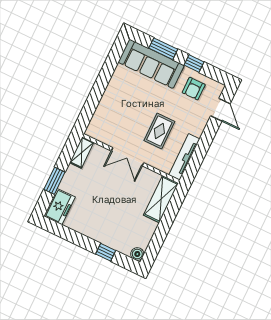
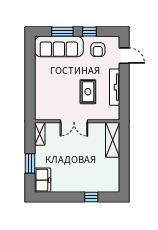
tv unit: (184, 157) -> (115, 87), moved
boiler: (137, 254) -> (114, 187), removed

